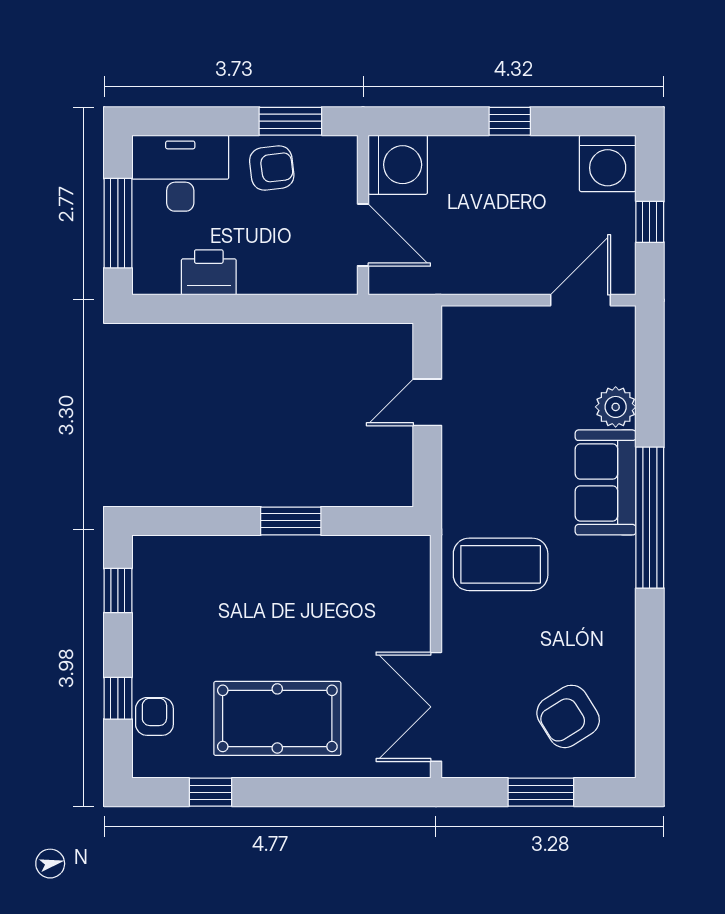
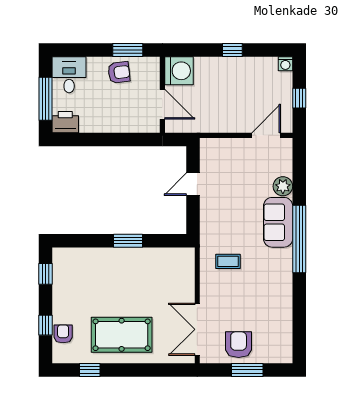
washing machine: (608, 163) -> (285, 64), width x0.53, depth x0.53
desk: (180, 173) -> (69, 75), width x0.73
printer: (209, 272) -> (65, 122), moved
coffee table: (501, 564) -> (228, 261), width x0.54, depth x0.58
armchair: (568, 716) -> (239, 345), moved, turned 122

